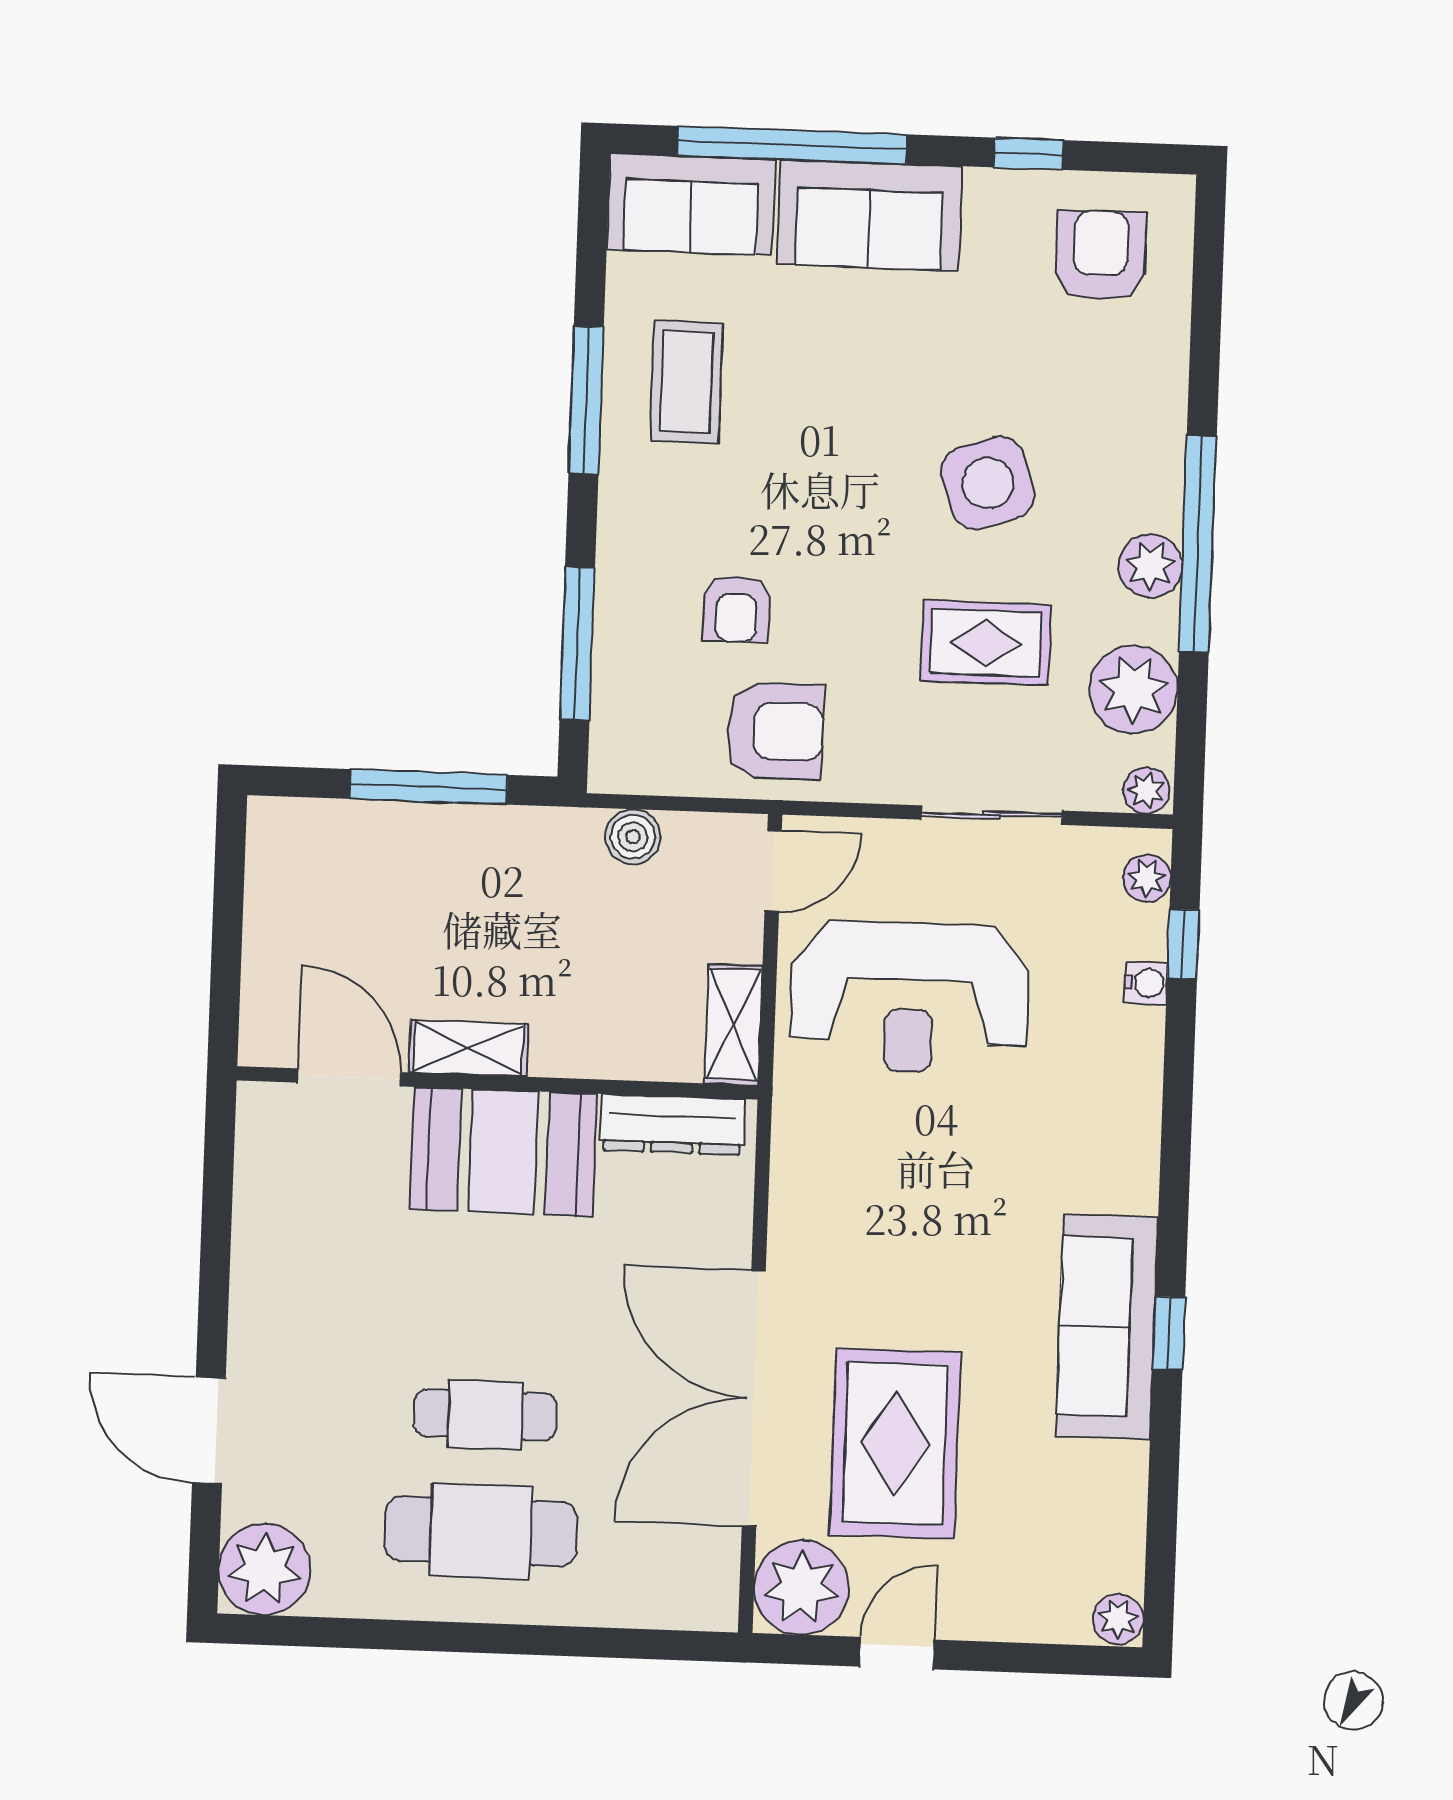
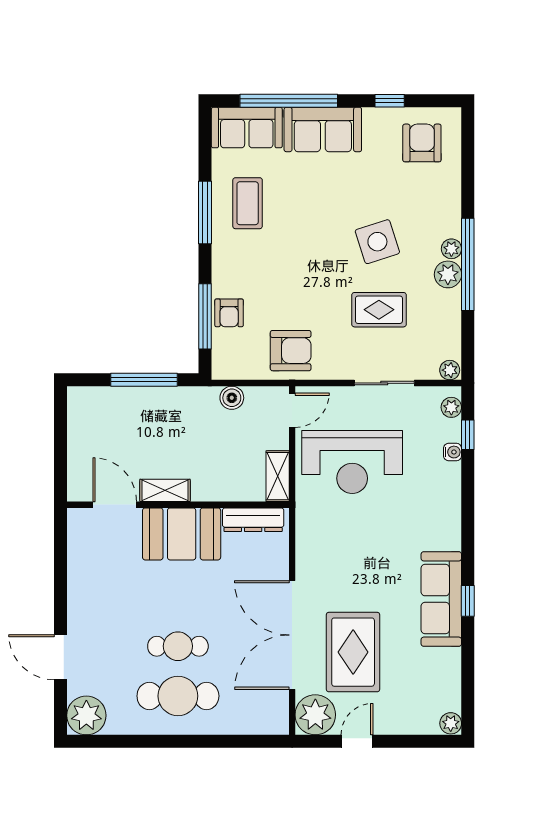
armchair: (736, 609) -> (229, 313), moved
plant: (1133, 690) -> (451, 249), moved, width x0.53, depth x0.53

